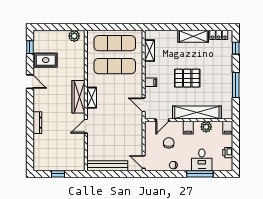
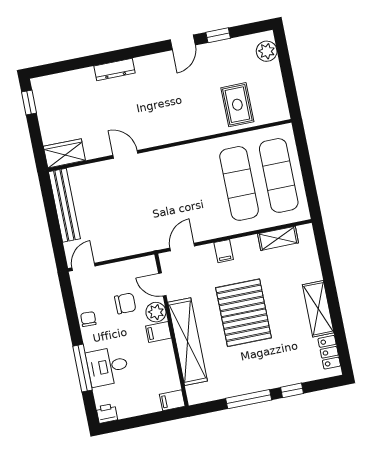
plant: (74, 36) -> (267, 51), moved
window: (30, 47) -> (218, 35), moved
window: (236, 48) -> (292, 390), moved
rug: (46, 60) -> (237, 105), moved
pallet: (187, 78) -> (244, 313), width x1.37, depth x1.41
wardrobe: (78, 97) -> (64, 153), moved, width x0.67
shelving: (92, 98) -> (176, 154), removed
plant: (206, 127) -> (156, 312), moved
printer: (228, 153) -> (107, 413), moved
window: (58, 174) -> (29, 102), moved

